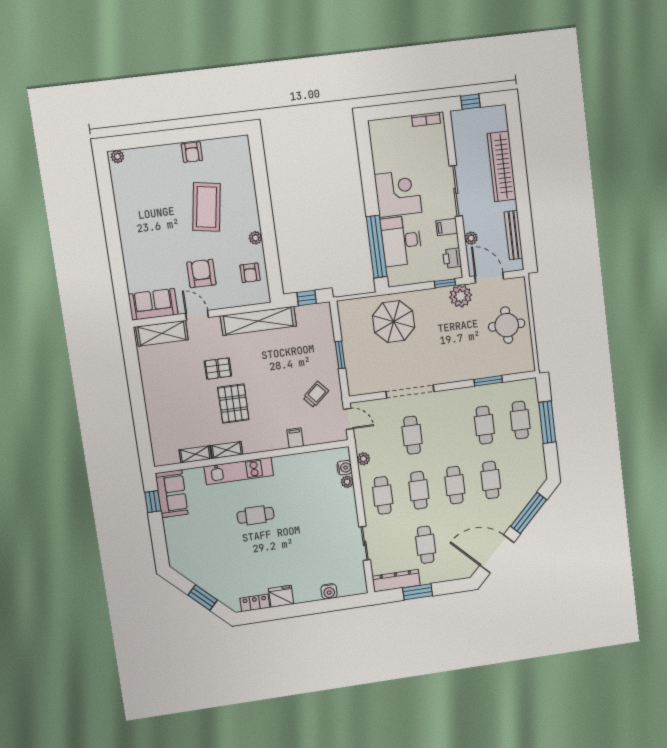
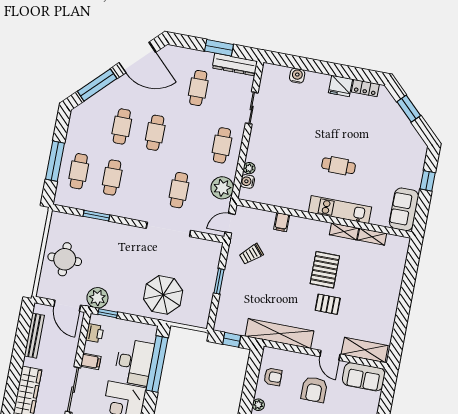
plant: (471, 238) -> (72, 345), removed
armchair: (250, 273) -> (273, 377), turned 90
door: (348, 419) -> (230, 223), hinge flipped
plant: (363, 459) -> (222, 188), width x1.88, depth x1.88
cafe table: (419, 490) -> (189, 139), removed
window: (153, 502) -> (428, 181), moved

